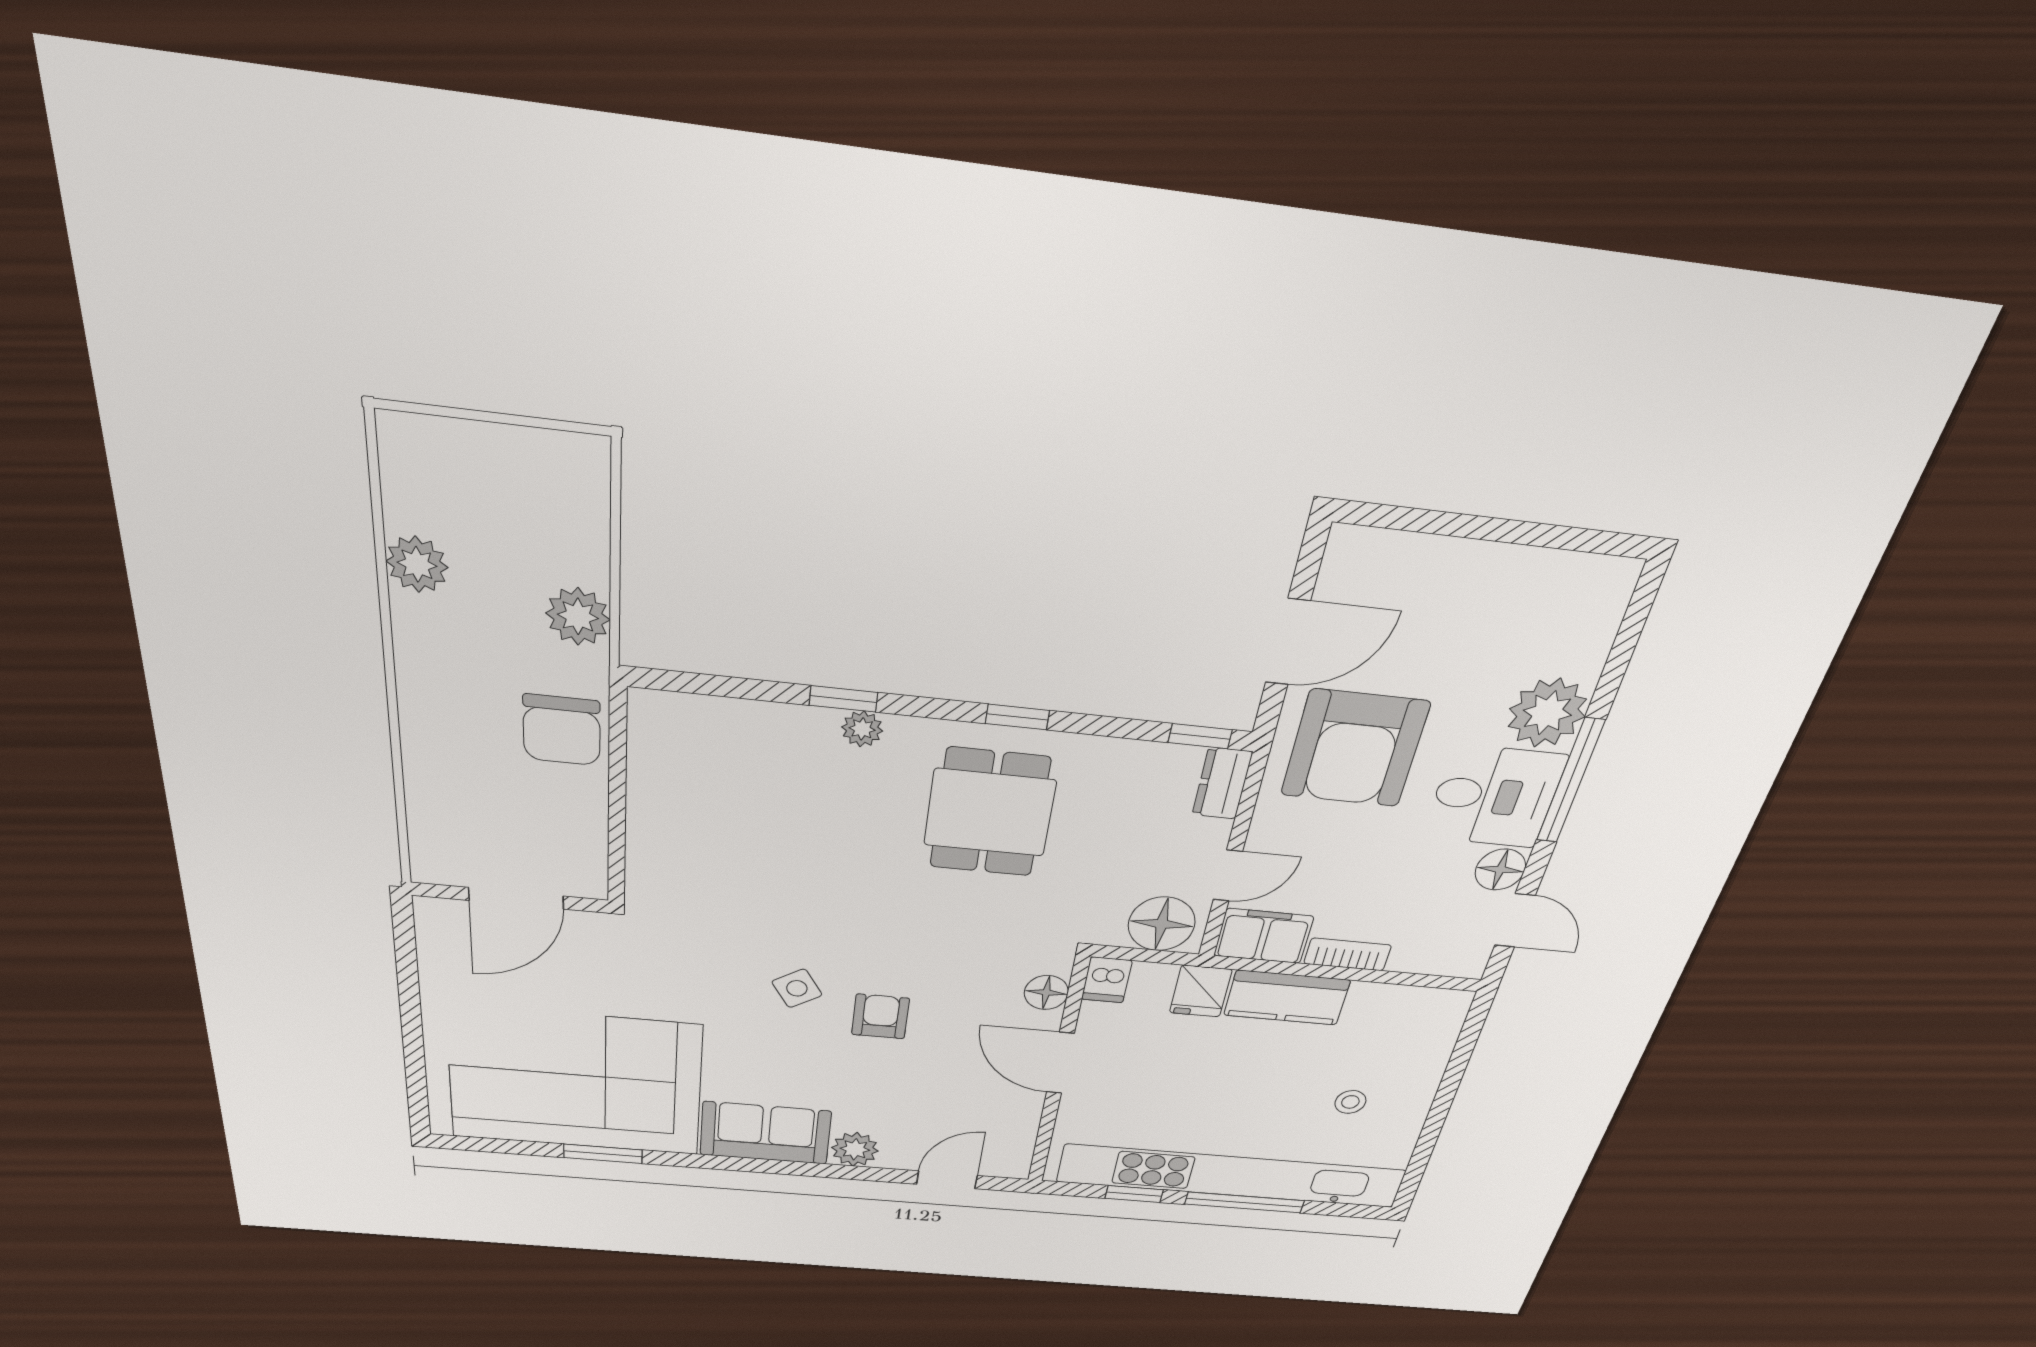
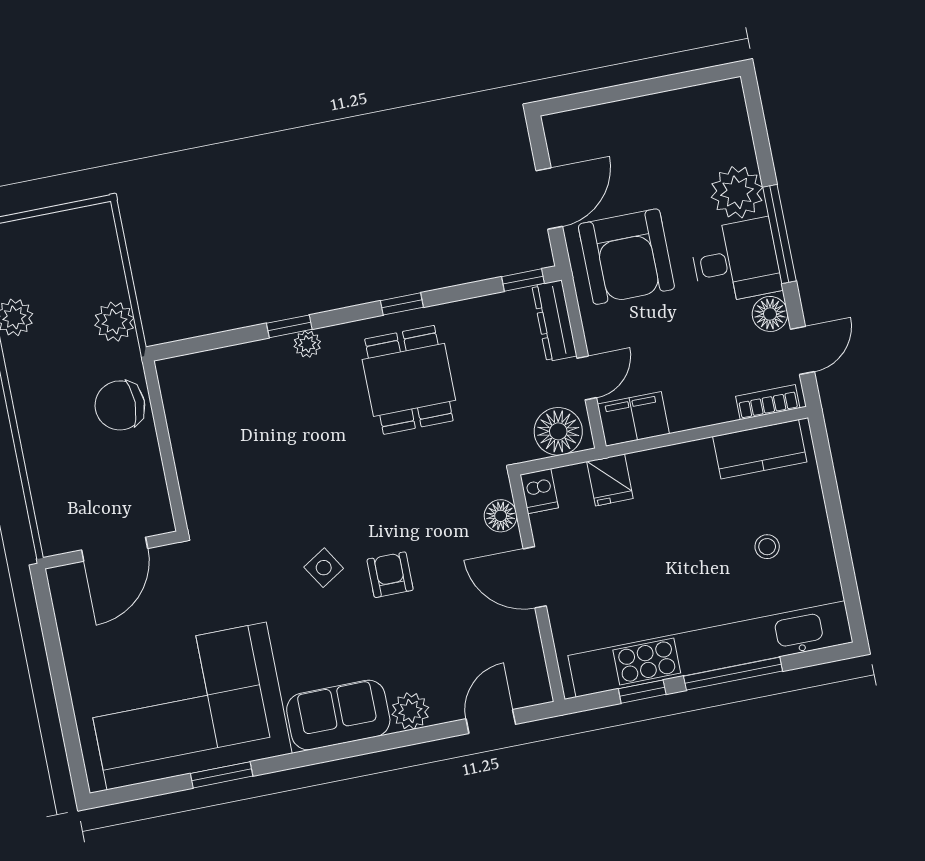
chair: (562, 730) -> (120, 405), turned 90
dresser: (1222, 783) -> (554, 321), width x1.44
door: (1515, 920) -> (802, 350), hinge flipped
bookcase: (1348, 954) -> (768, 402), moved
kitchen counter: (1287, 998) -> (760, 449), moved

